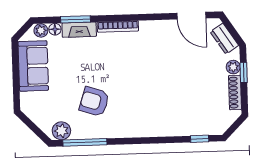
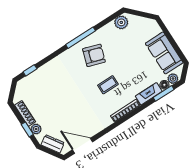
window: (75, 19) -> (164, 93), moved
coffee table: (120, 68) -> (108, 85), added
armchair: (94, 102) -> (94, 55), moved
window: (85, 142) -> (81, 38), moved

